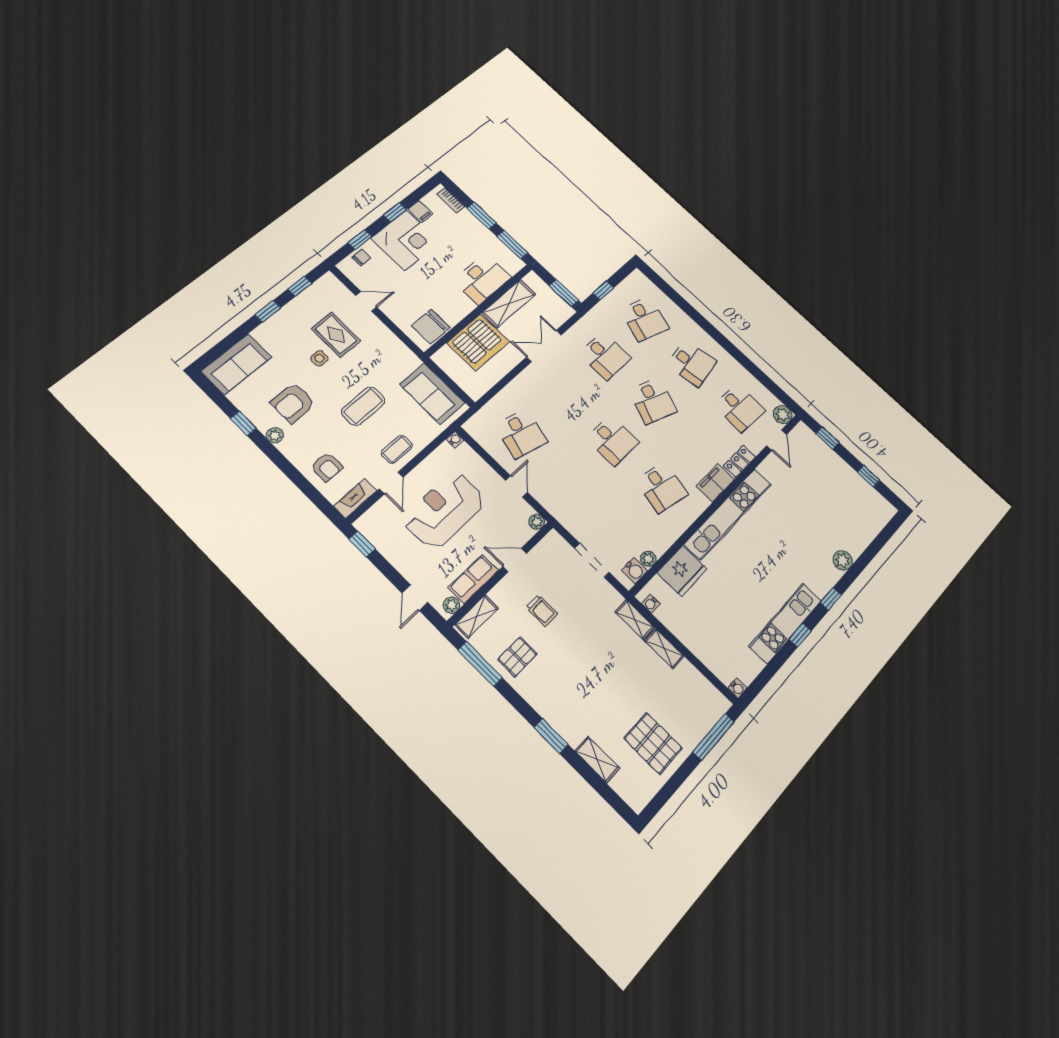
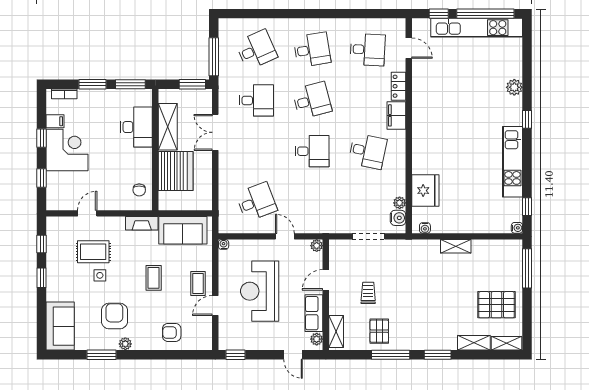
chair: (361, 258) -> (55, 189), removed
window: (603, 290) -> (214, 57), width x2.17
desk: (645, 319) -> (256, 50), turned -42
chair: (431, 327) -> (139, 190), width x0.54, depth x0.54
desk: (653, 401) -> (312, 100), turned -36
armchair: (293, 403) -> (114, 316), turned 180
coffee table: (363, 406) -> (154, 278), width x0.73, depth x0.77
plant: (783, 415) -> (398, 26), removed
window: (243, 423) -> (102, 355), width x1.50
desk: (521, 434) -> (256, 202), turned -36
armchair: (327, 467) -> (172, 332), turned 180
window: (869, 476) -> (485, 14), width x3.17
door: (391, 483) -> (215, 306), swing flipped
fireplace: (355, 498) -> (142, 223), moved, turned -90
kitchen unit: (728, 514) -> (477, 28), moved, turned 90
trolley: (542, 611) -> (368, 293), turned -90
shelving: (635, 620) -> (506, 343), moved
window: (800, 635) -> (527, 207), moved
window: (480, 664) -> (391, 355), moved

